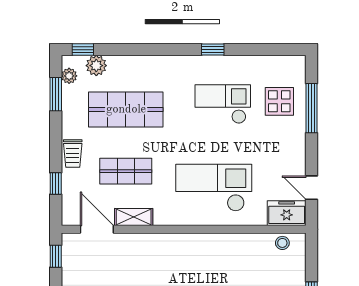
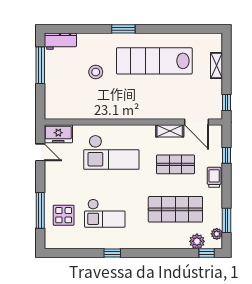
stool: (282, 243) -> (61, 112), removed

